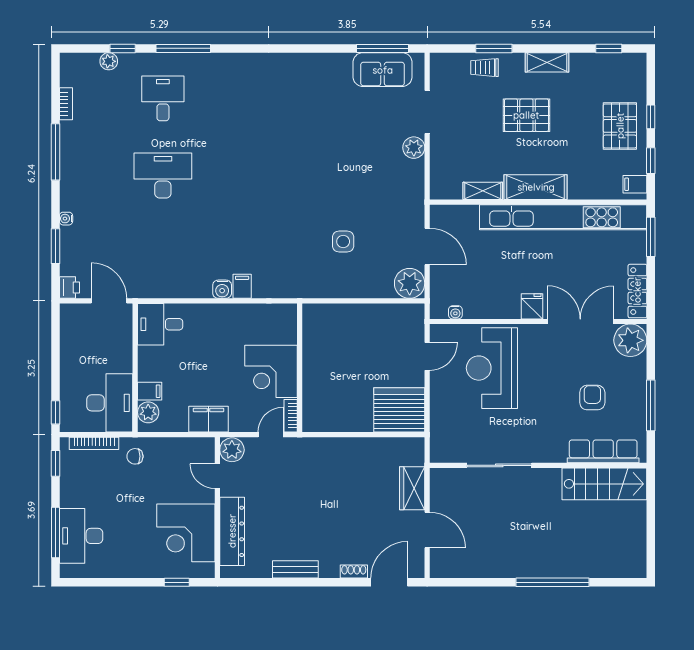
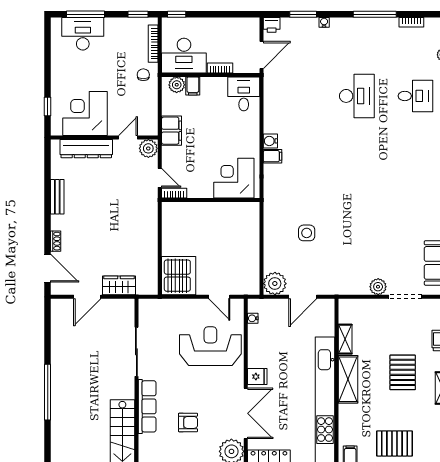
bookcase: (126, 355) -> (220, 68), added
corner desk: (271, 371) -> (234, 178), moved
row of seats: (603, 451) -> (147, 406), moved

